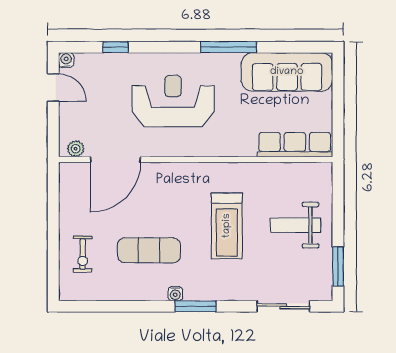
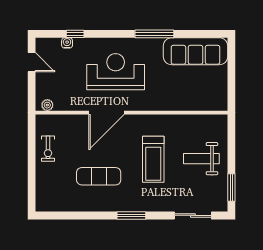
water cooler: (66, 60) -> (67, 43), moved
row of seats: (295, 145) -> (201, 102), removed
door: (115, 159) -> (106, 113), moved
exercise bike: (83, 254) -> (48, 149), moved
water cooler: (175, 294) -> (117, 207), removed

